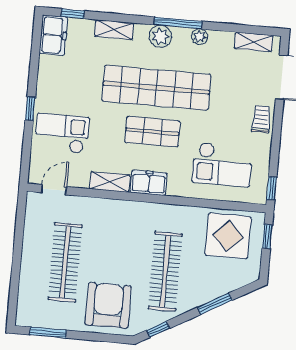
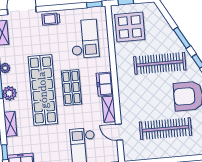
door: (54, 190) -> (119, 132), moved
window: (215, 304) -> (182, 38), moved

